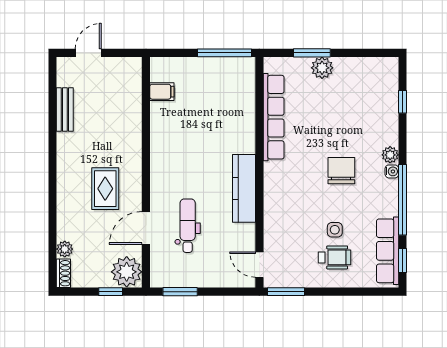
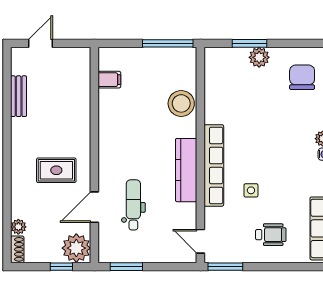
stool: (239, 117) -> (181, 103), added
row of seats: (274, 117) -> (214, 165), moved
chair: (341, 171) -> (302, 77), moved
rug: (105, 189) -> (56, 170), turned 90
side table: (335, 230) -> (251, 190), moved

